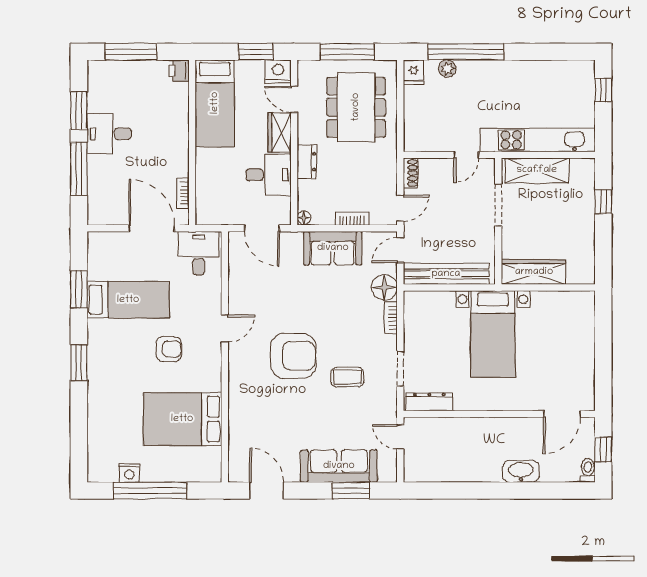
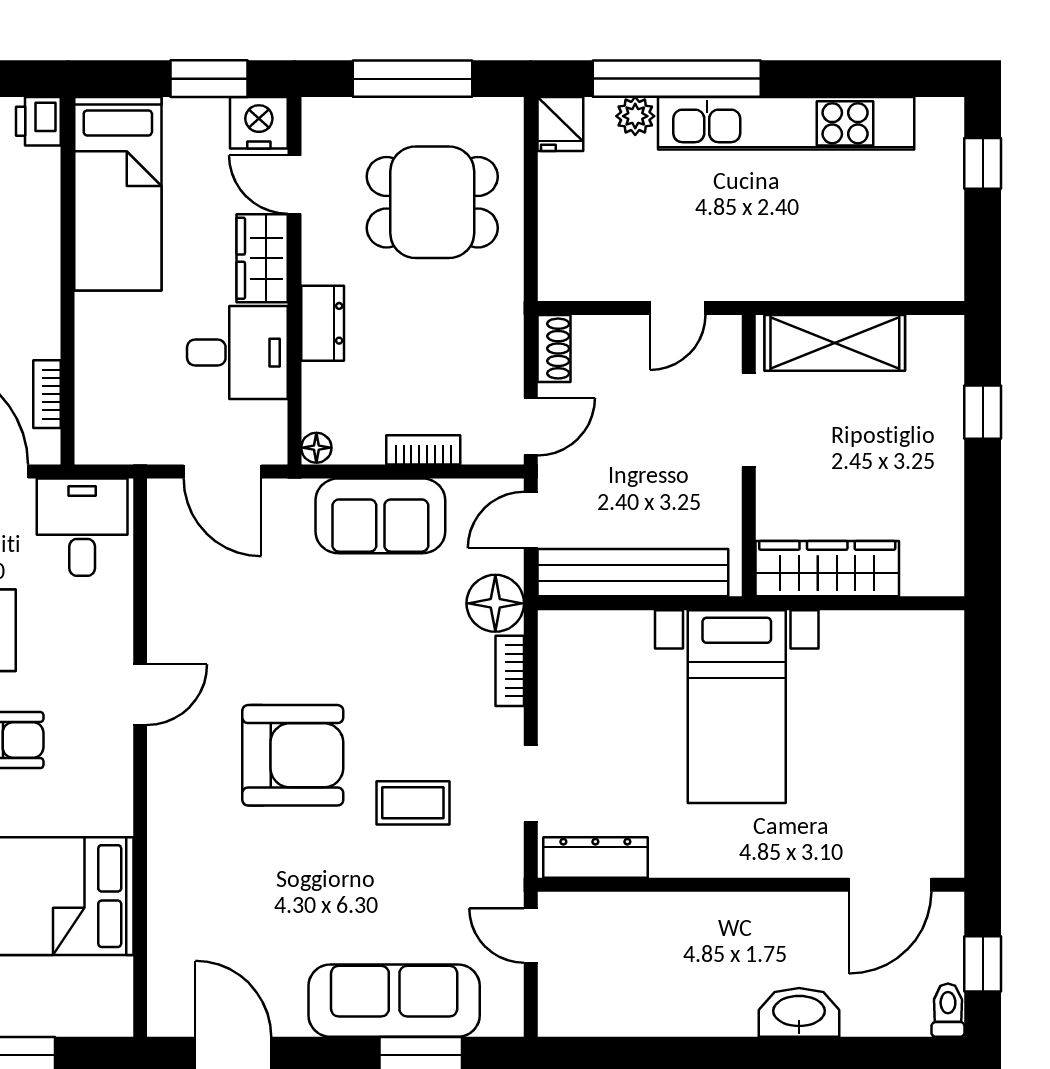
dining table: (356, 107) -> (432, 202), width x0.73
kitchen unit: (538, 140) -> (786, 123), moved, turned 180

